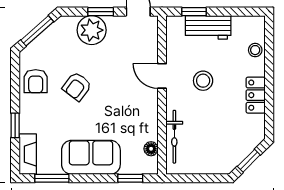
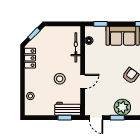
workbench: (208, 27) -> (68, 109), moved
door: (162, 76) -> (83, 81), hinge flipped
locker: (256, 95) -> (30, 58), moved

